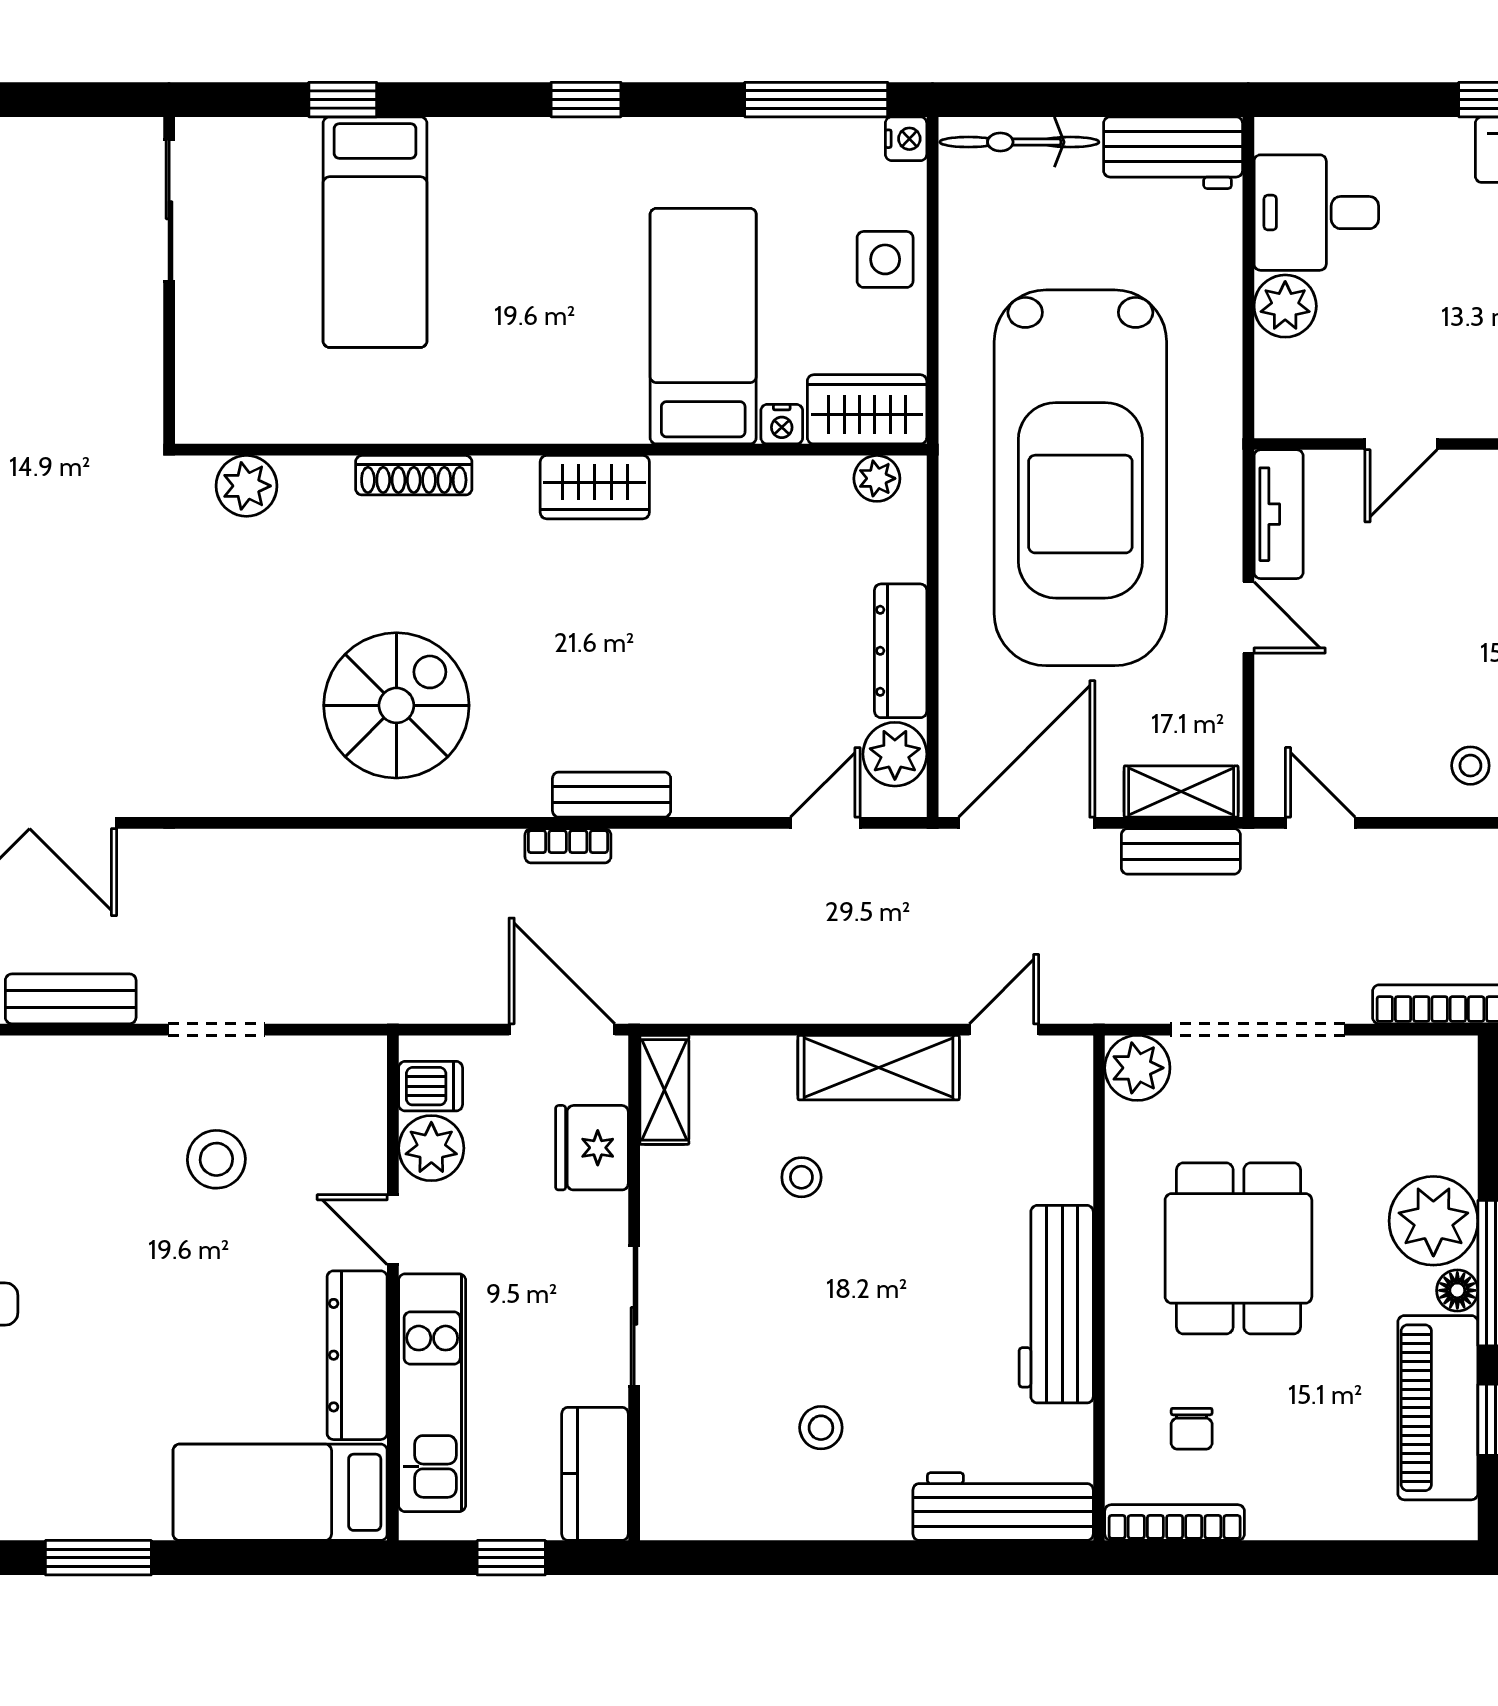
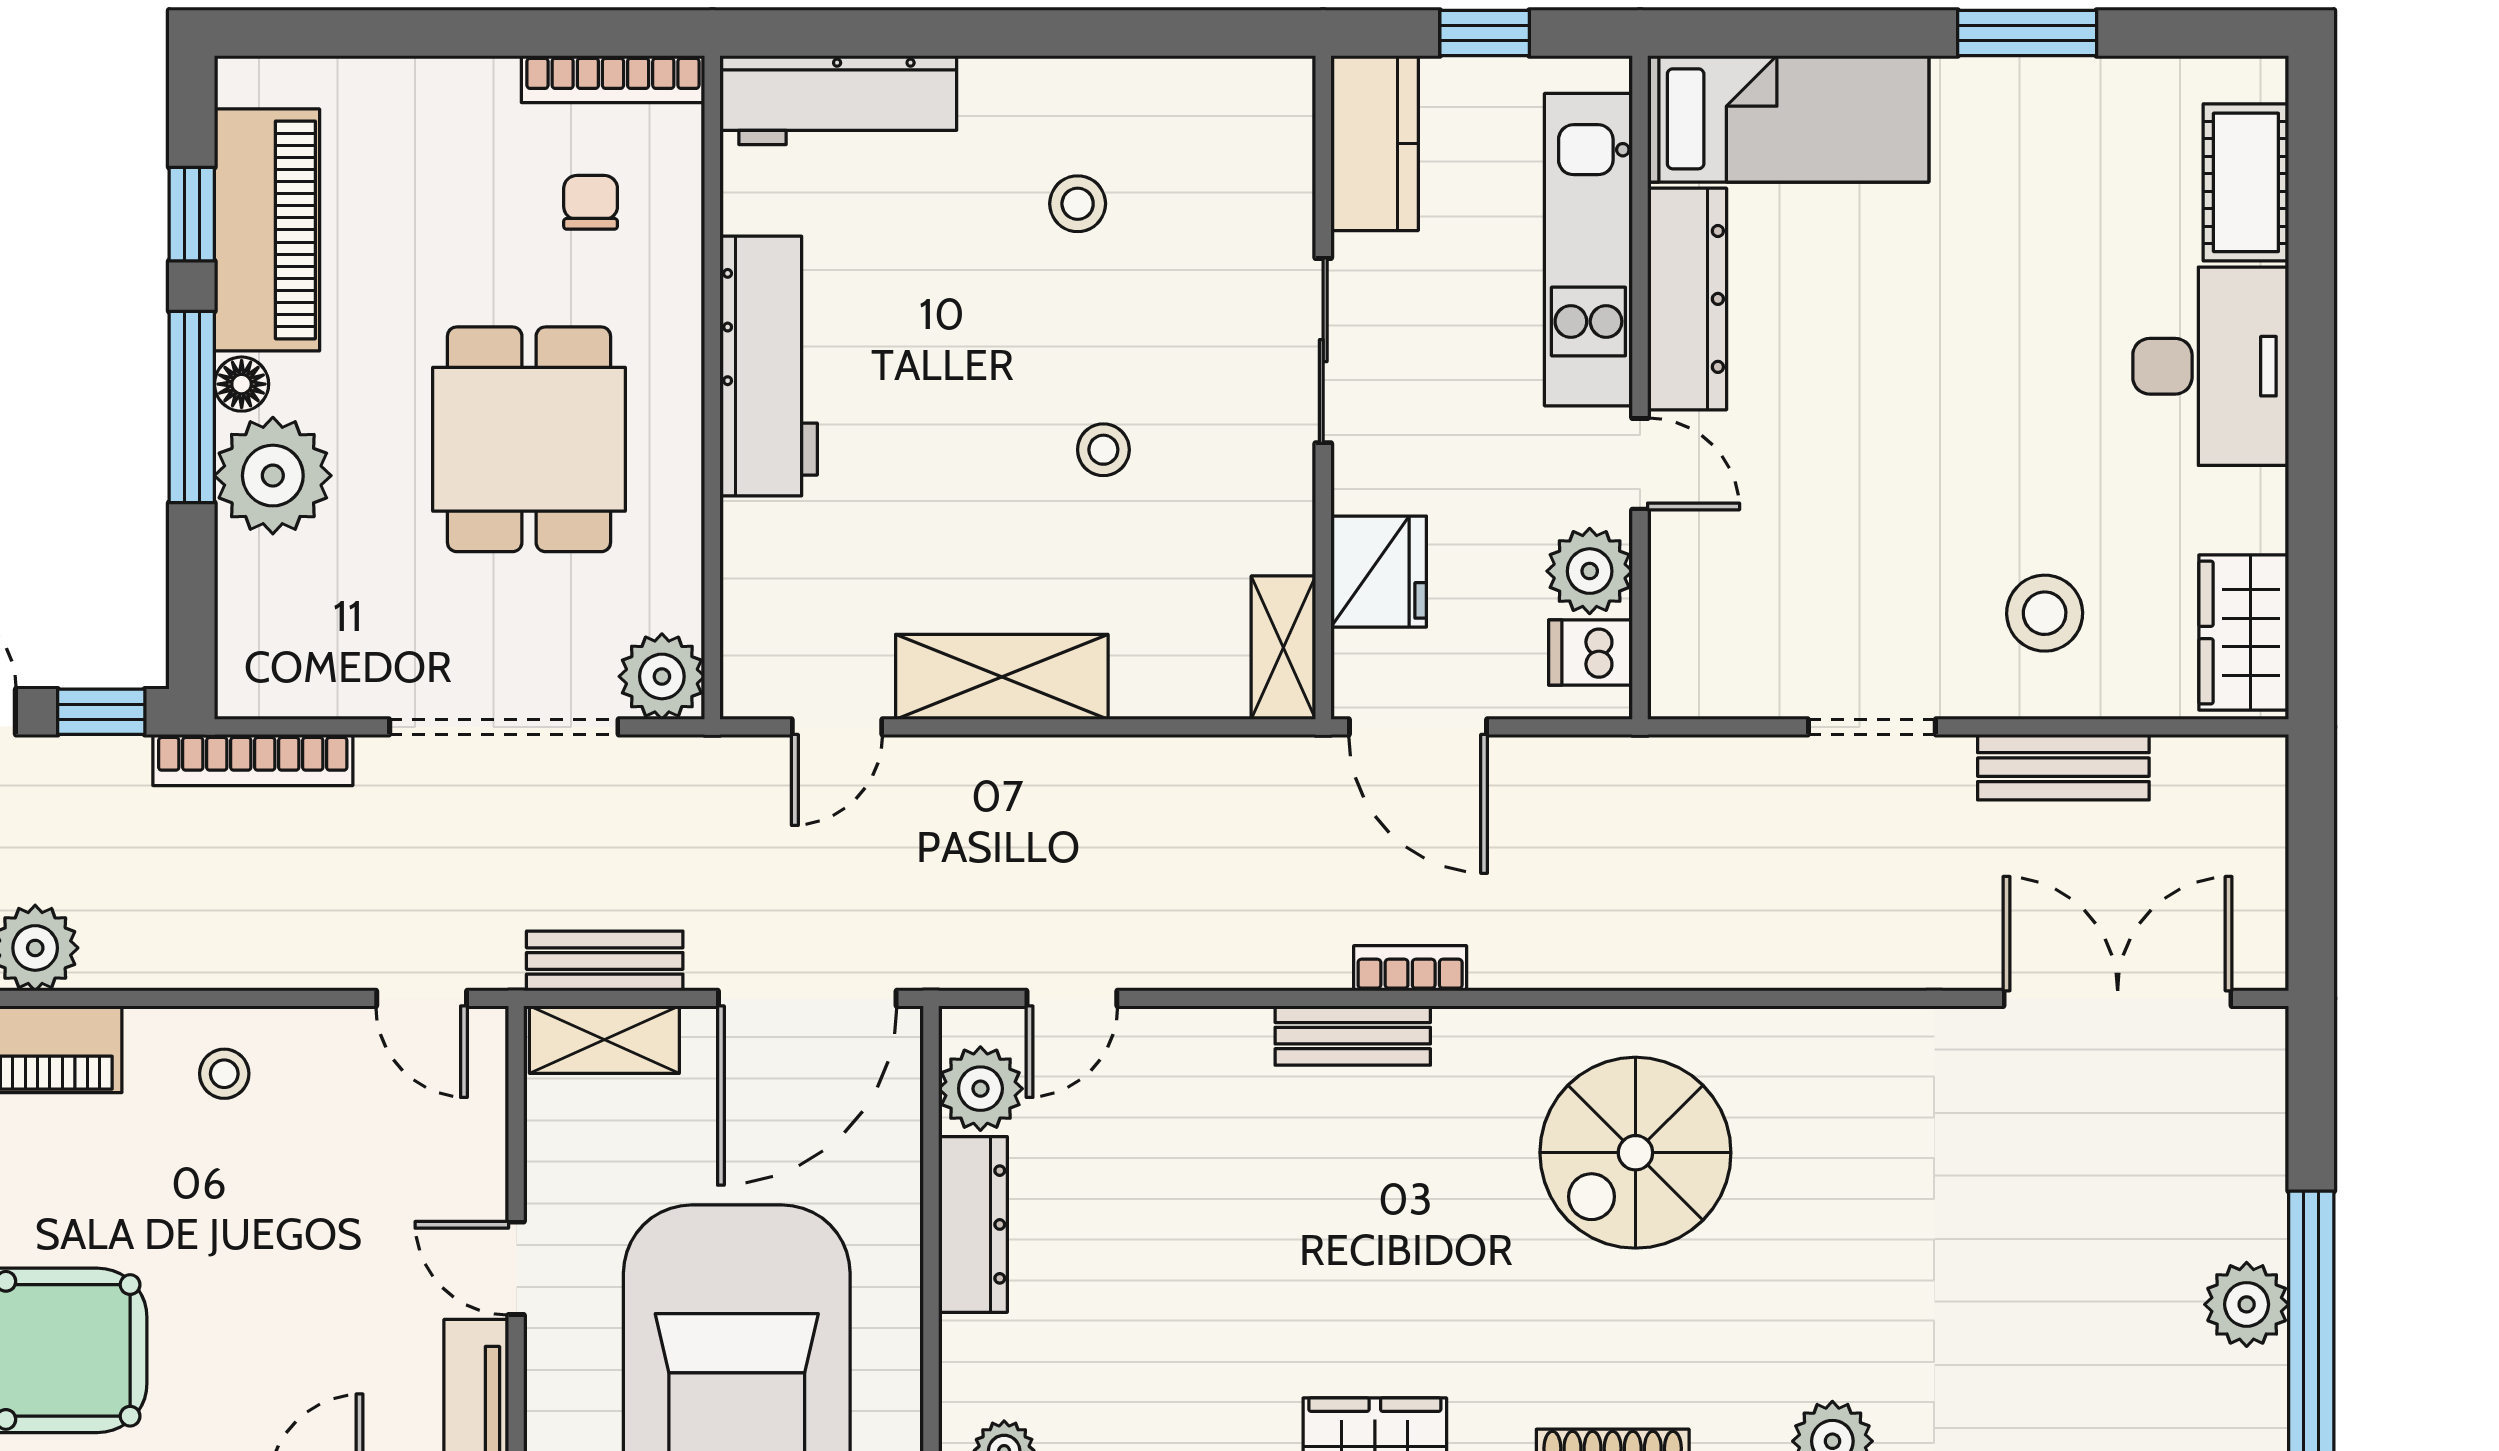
stool: (216, 1159) -> (2045, 613), moved
stool: (801, 1177) -> (1103, 450), moved

